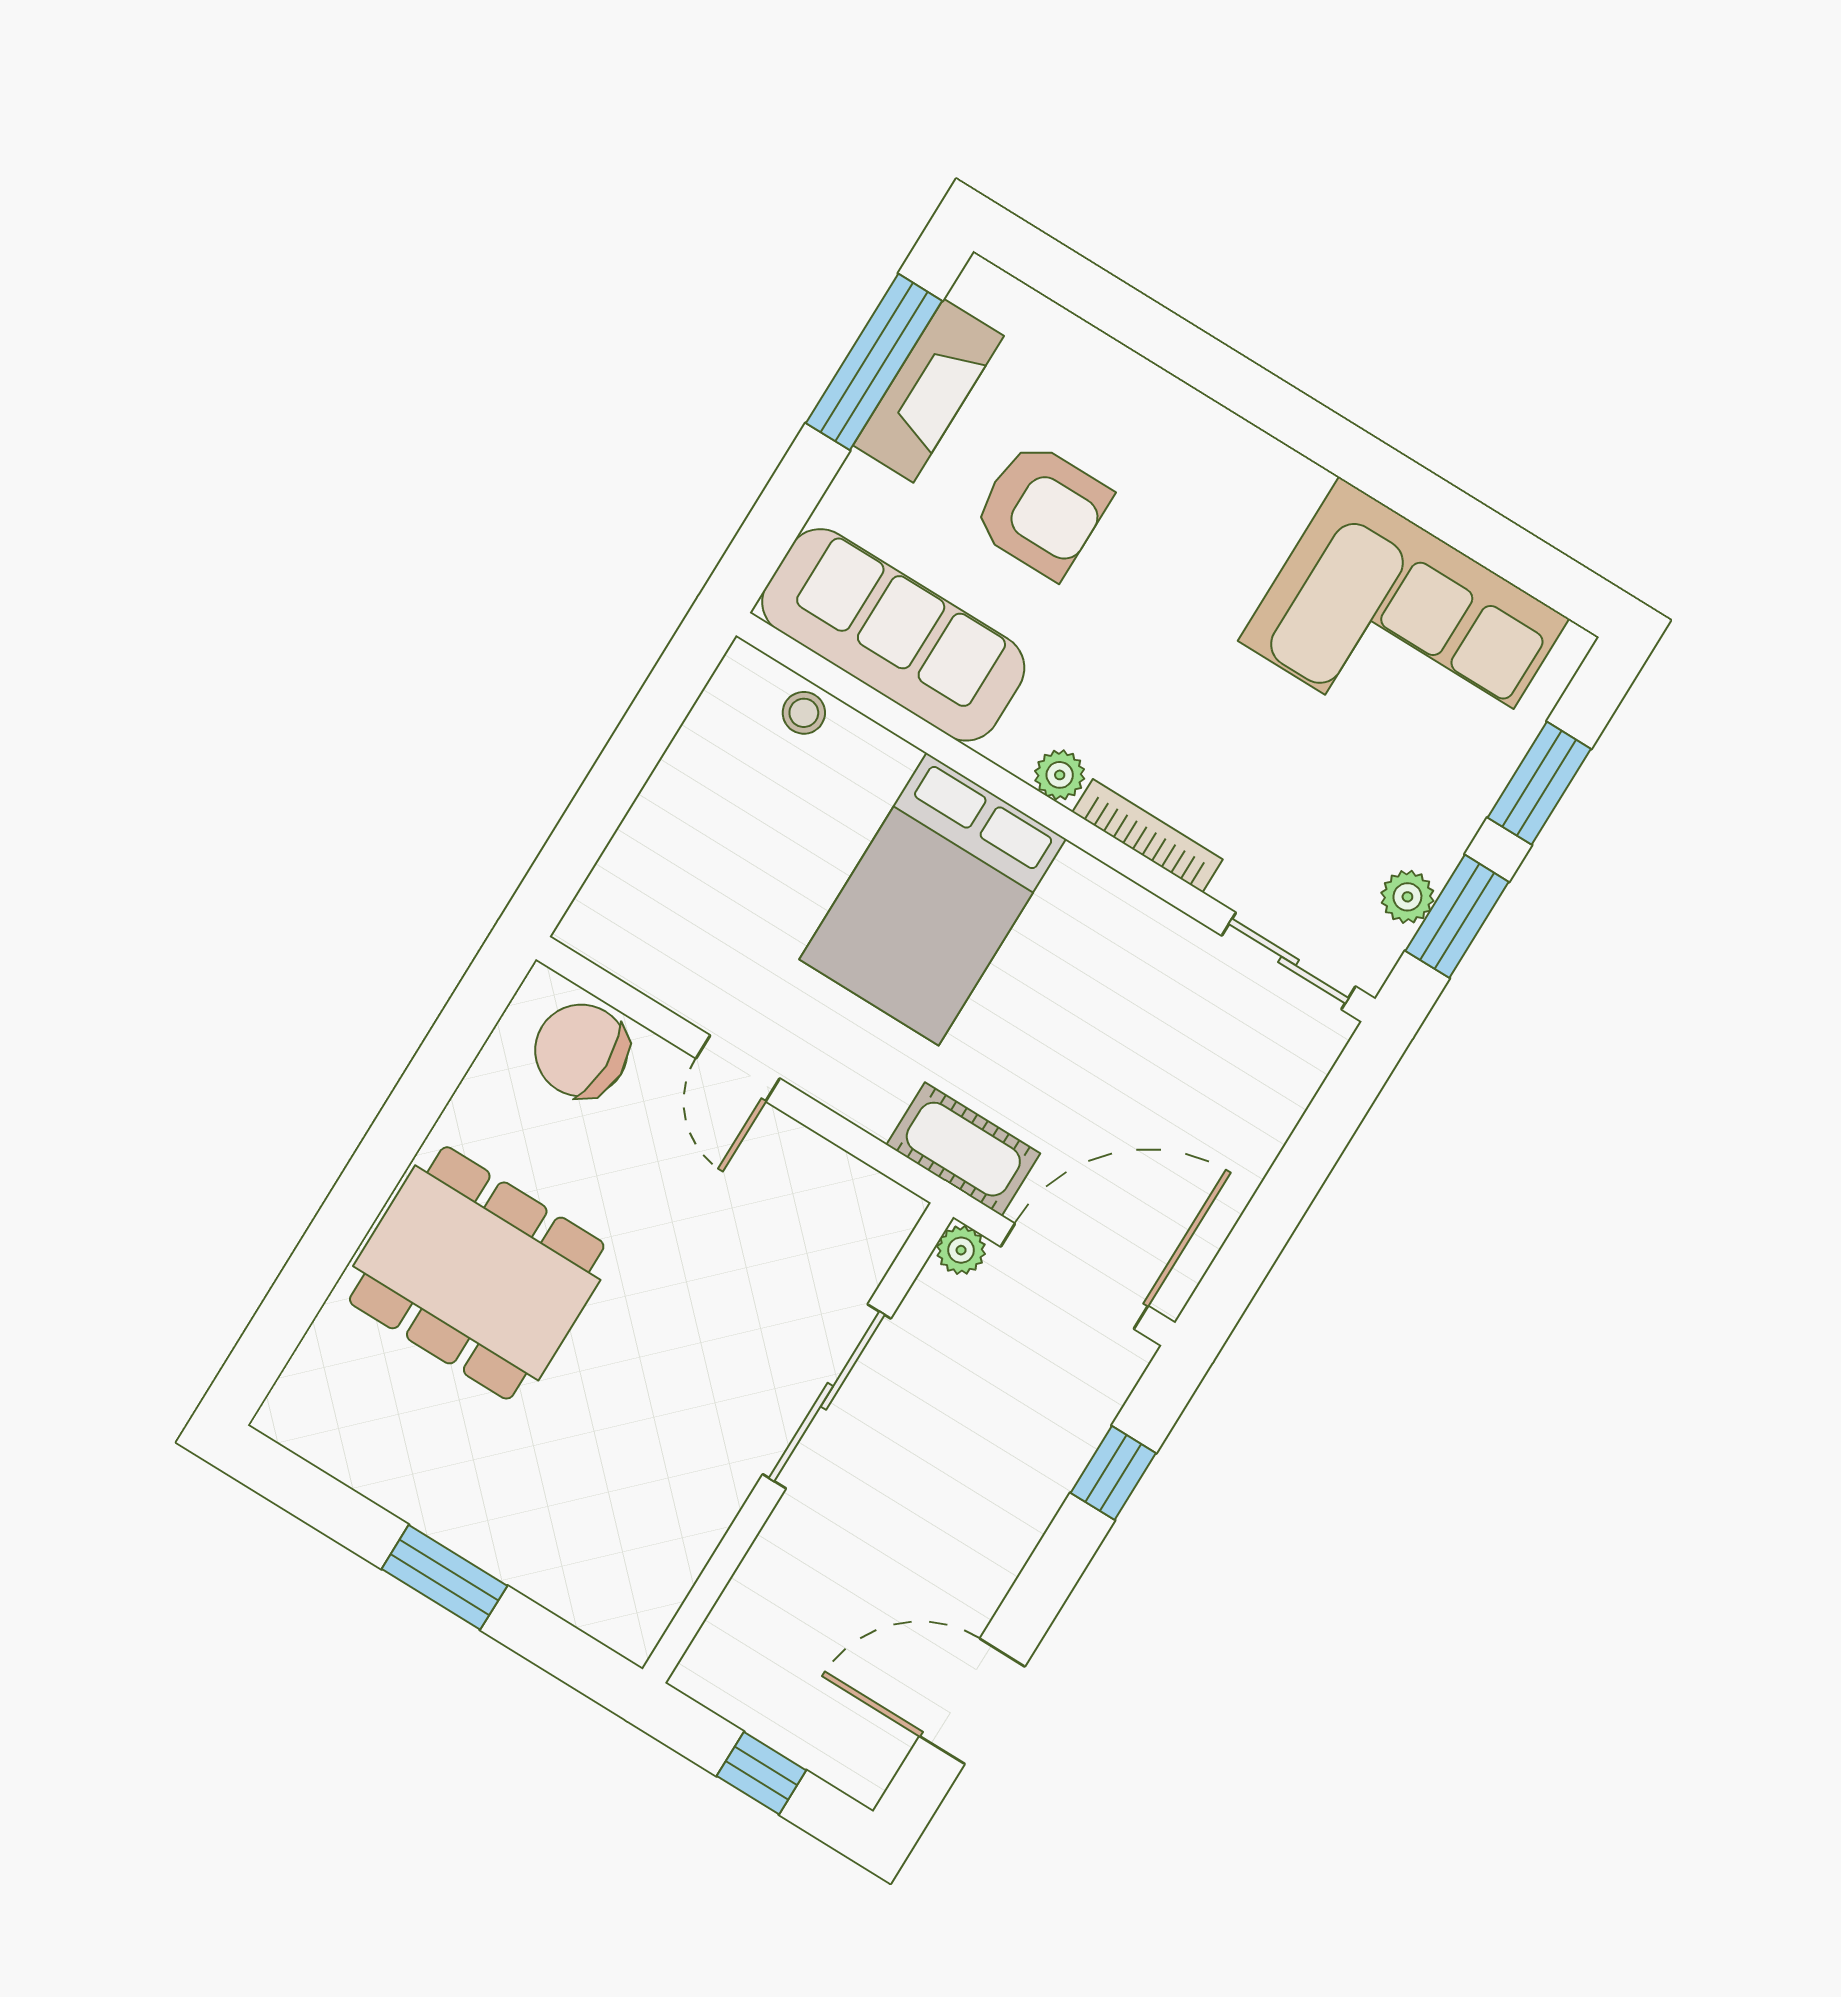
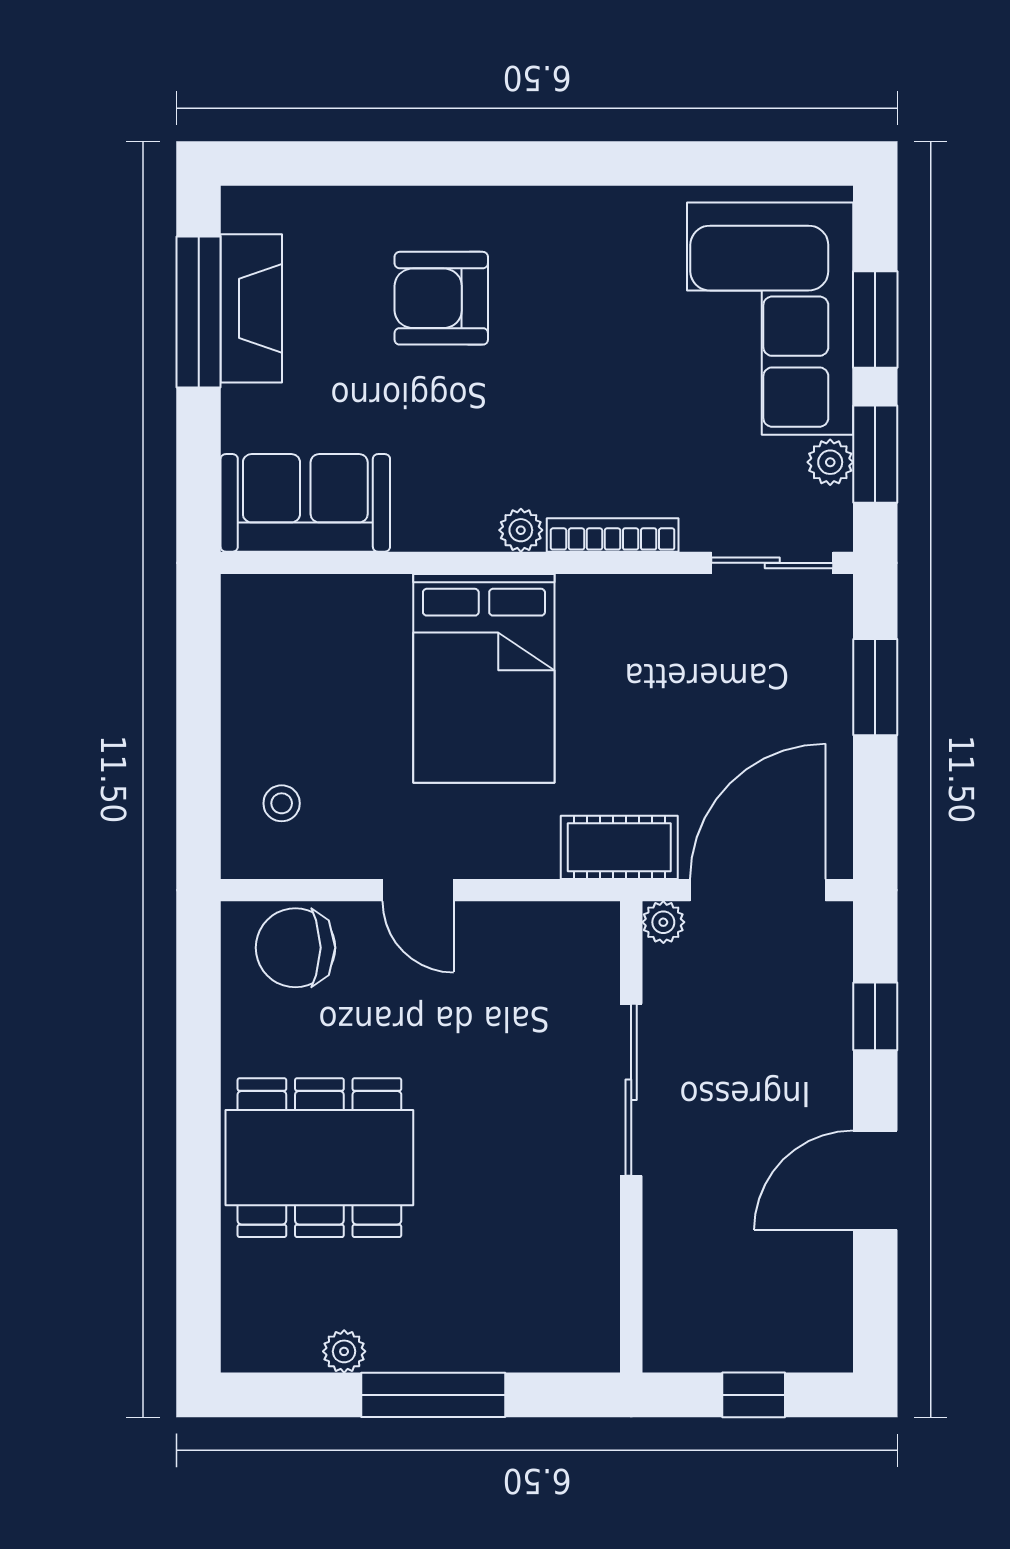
armchair: (1042, 510) -> (441, 298), moved, turned 180
corner sofa: (1403, 630) -> (770, 319), moved, turned 90
sofa: (893, 635) -> (305, 503), width x0.73
stool: (804, 713) -> (282, 803), moved
window: (1315, 1147) -> (875, 687), added
plant: (383, 1480) -> (344, 1351), added
window: (444, 1577) -> (433, 1395), width x1.44
door: (972, 1701) -> (875, 1180), moved

